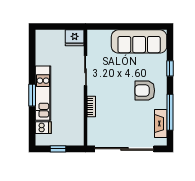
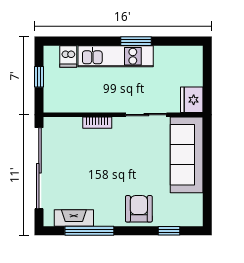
sofa: (139, 41) -> (187, 155), moved
window: (170, 68) -> (169, 231), moved
armchair: (145, 91) -> (139, 209), moved
window: (32, 95) -> (136, 41), moved

